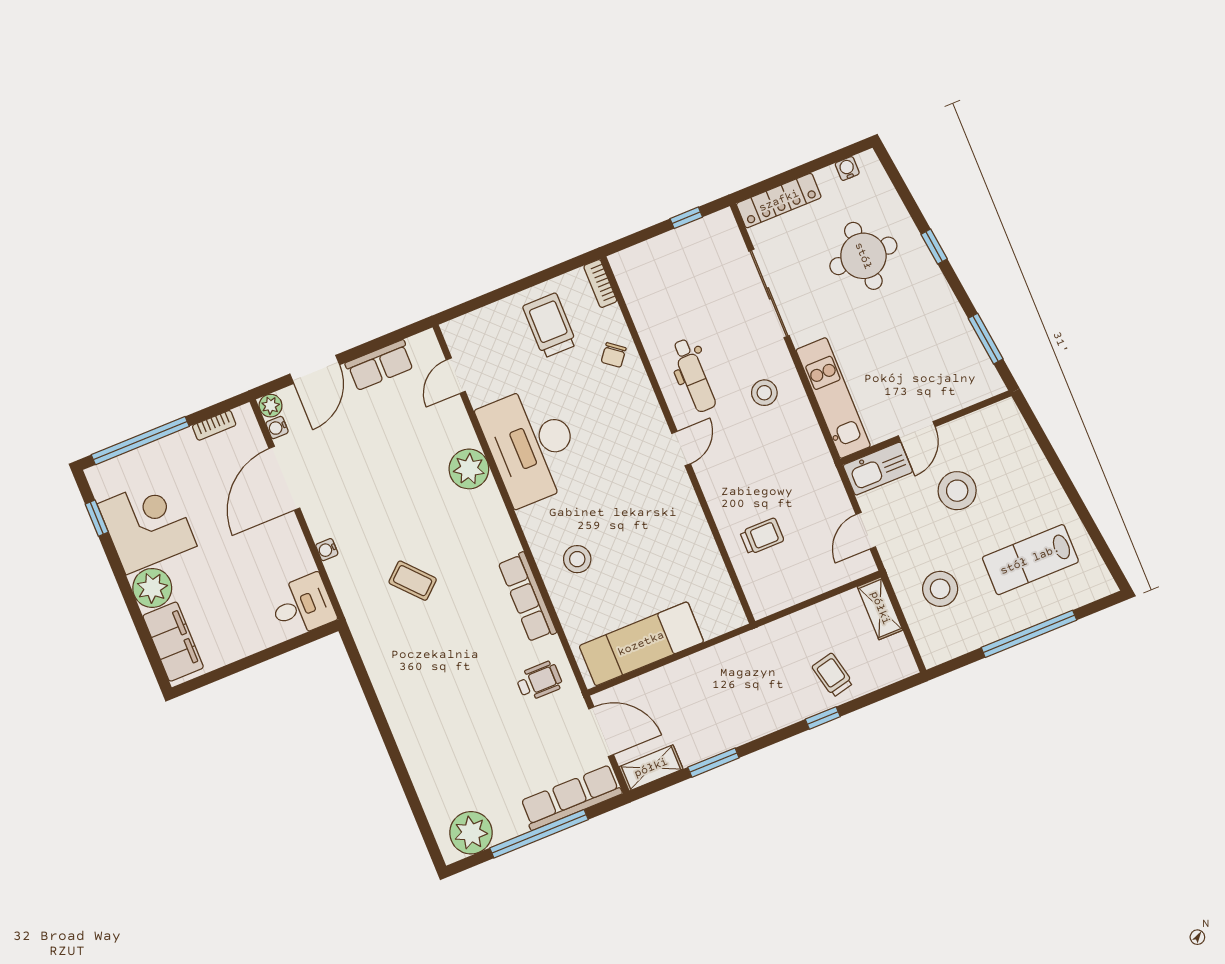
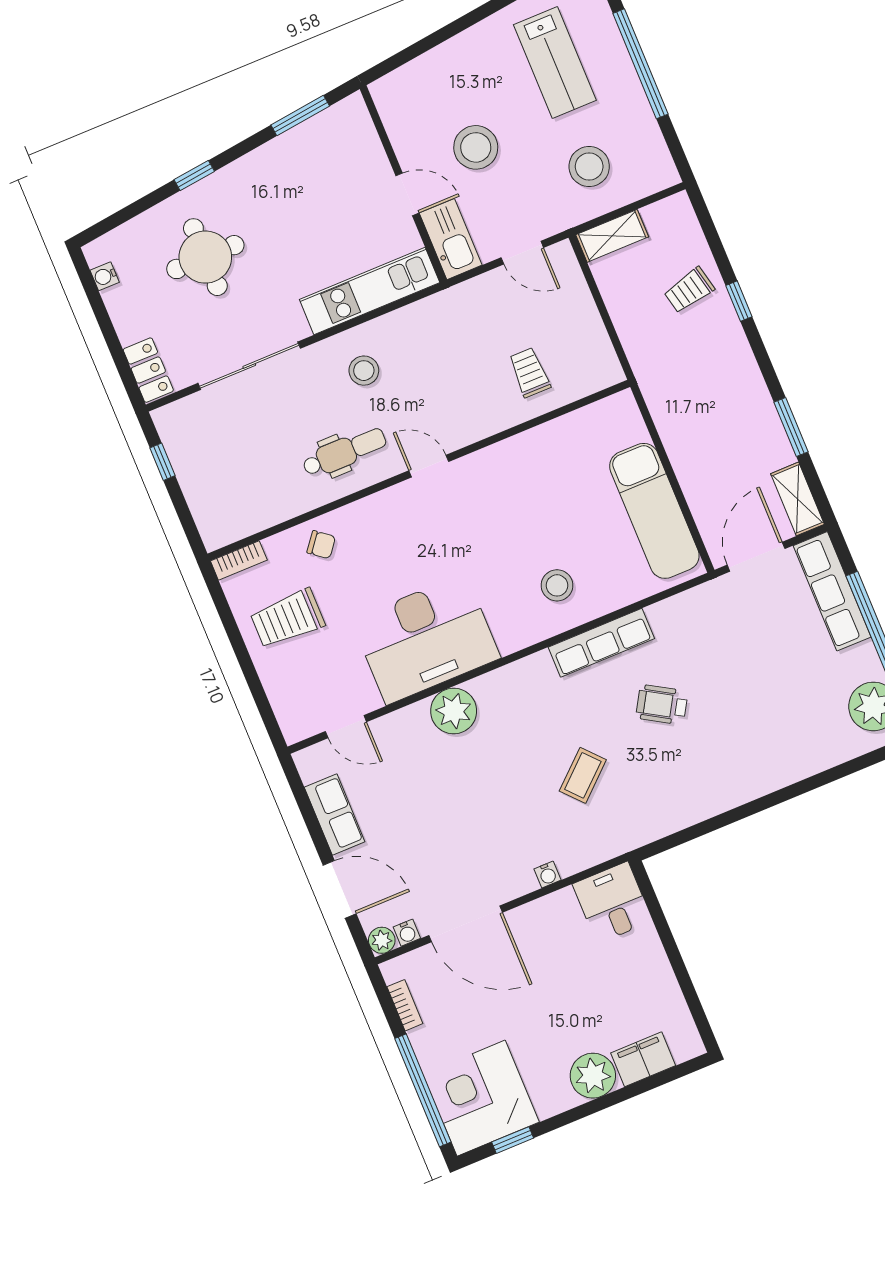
locker: (779, 201) -> (148, 370), width x0.66
corner desk: (147, 525) -> (481, 1098), moved
filing cabinet: (173, 642) -> (643, 1059), width x0.67, depth x0.86
wheelchair: (539, 681) -> (662, 705), moved, turned -59

